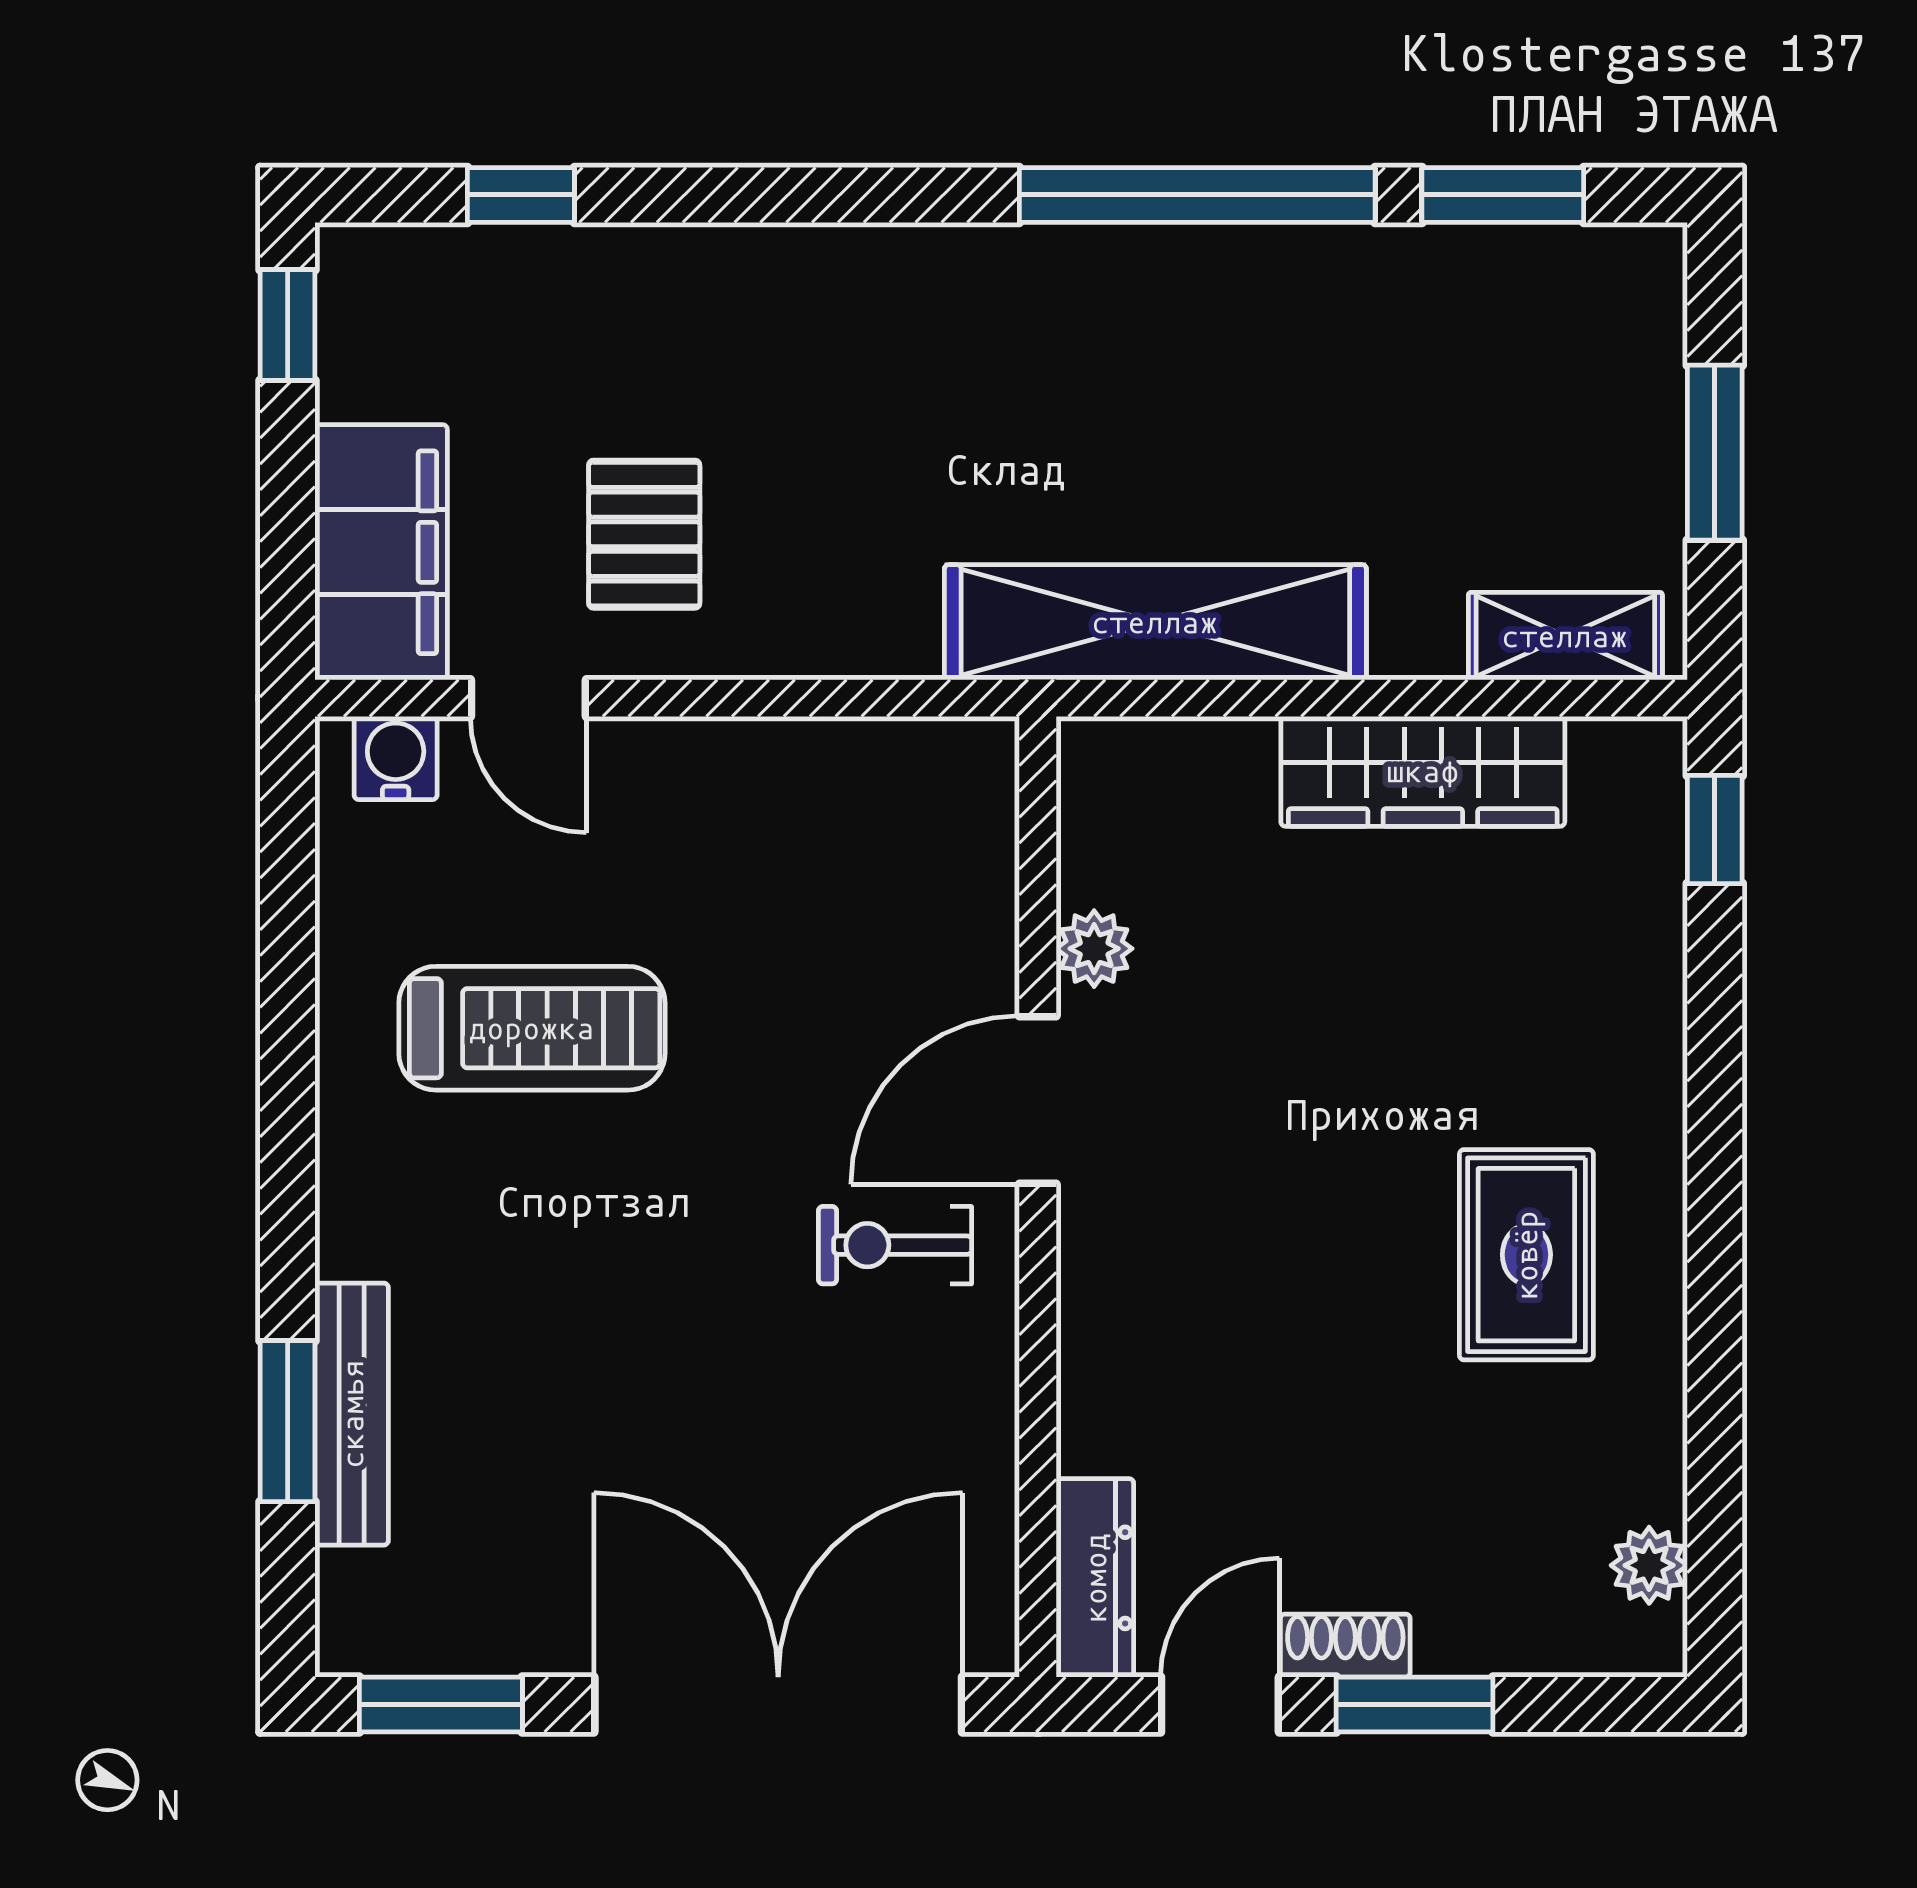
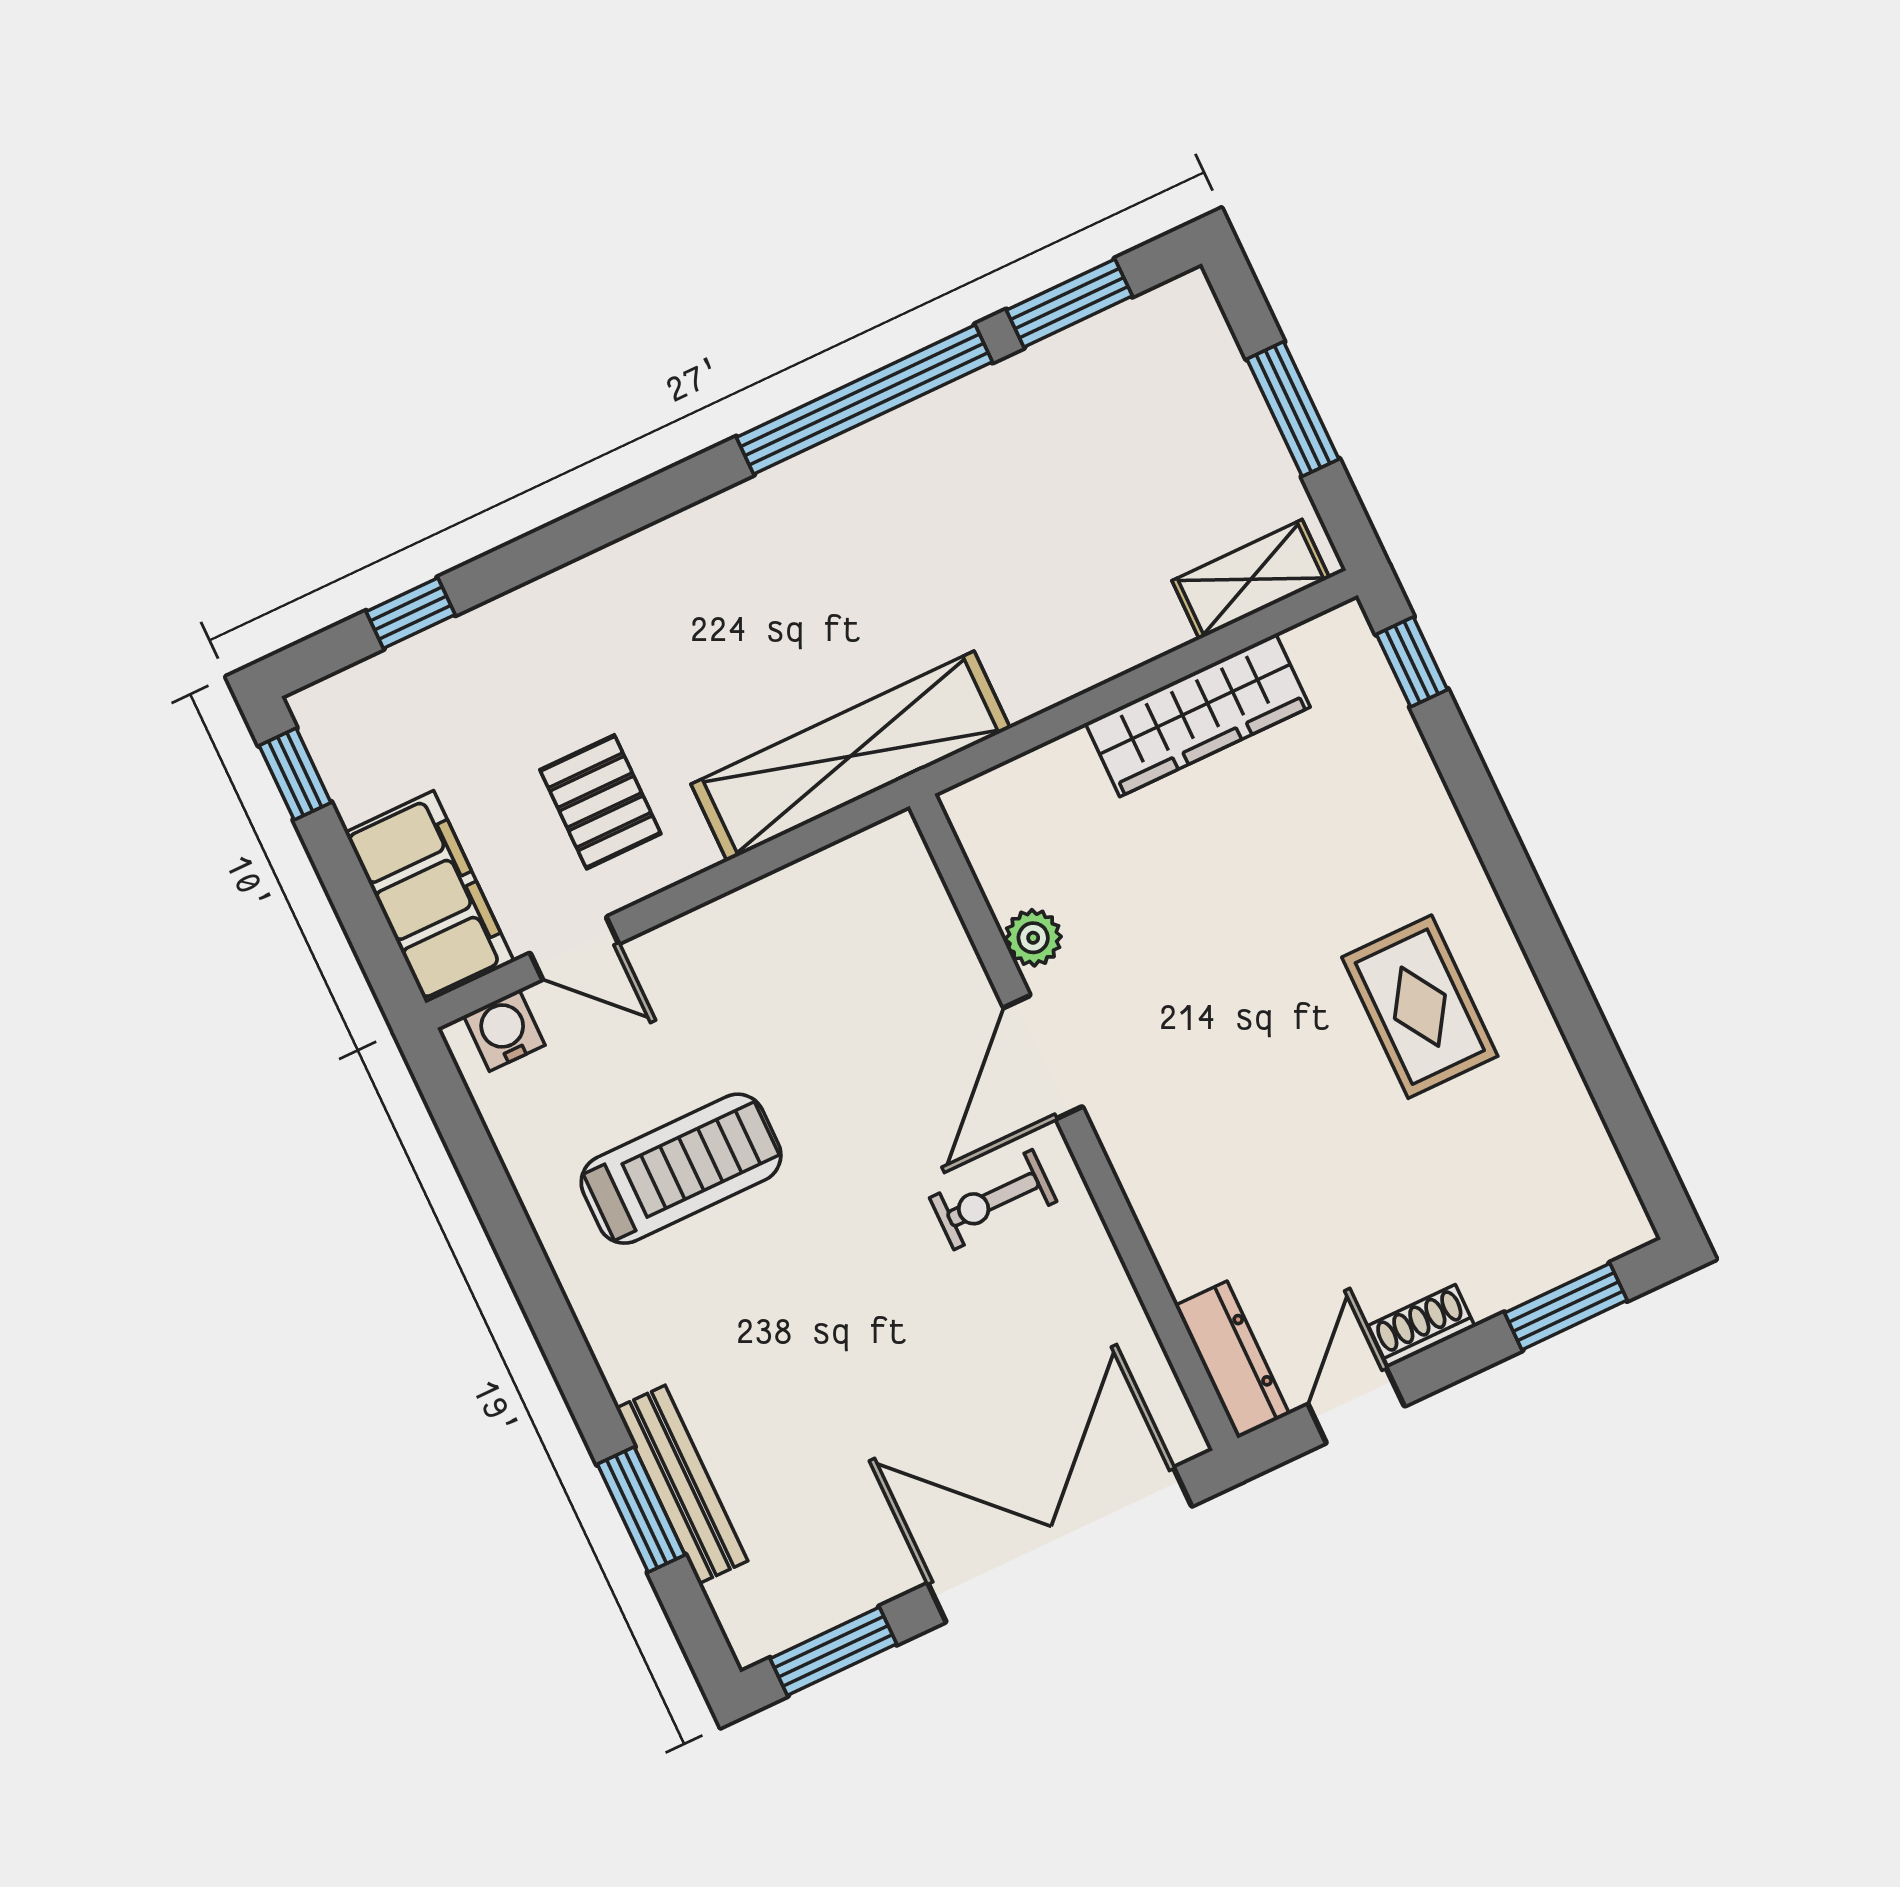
shelving: (1155, 622) -> (851, 756), moved
plant: (1649, 1565) -> (1600, 1176), removed
window: (1415, 1704) -> (1566, 1307), moved

